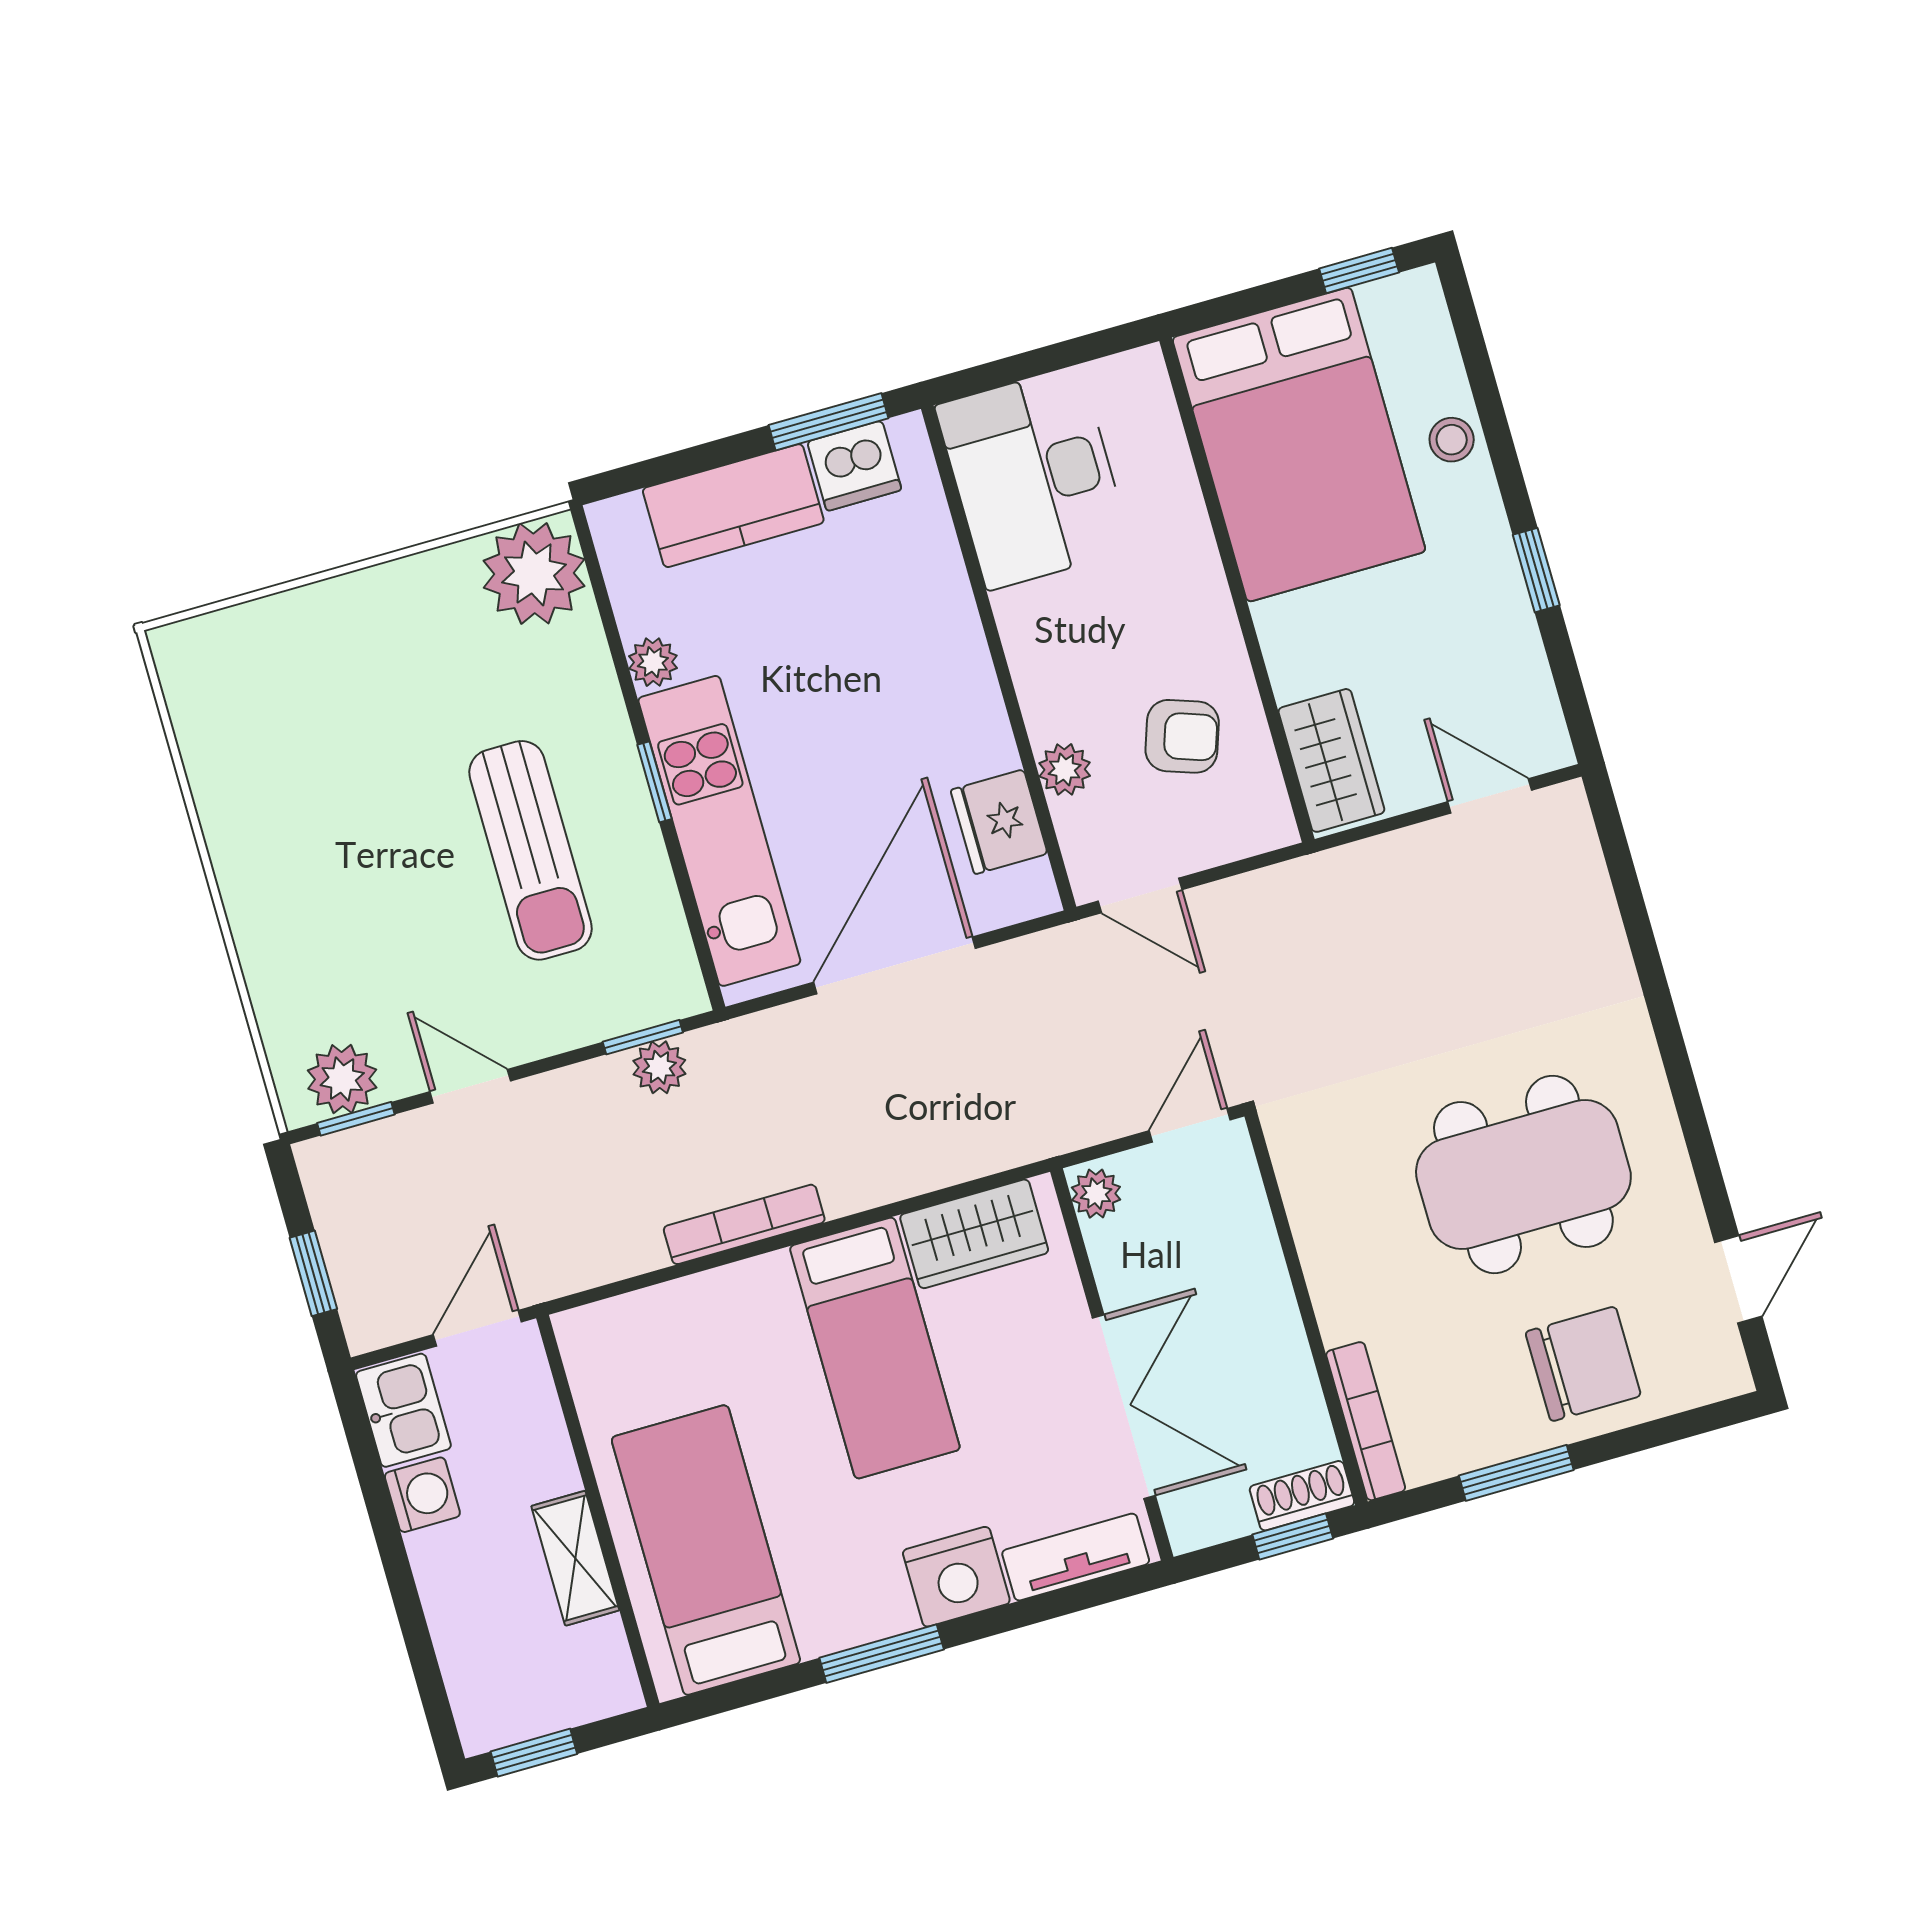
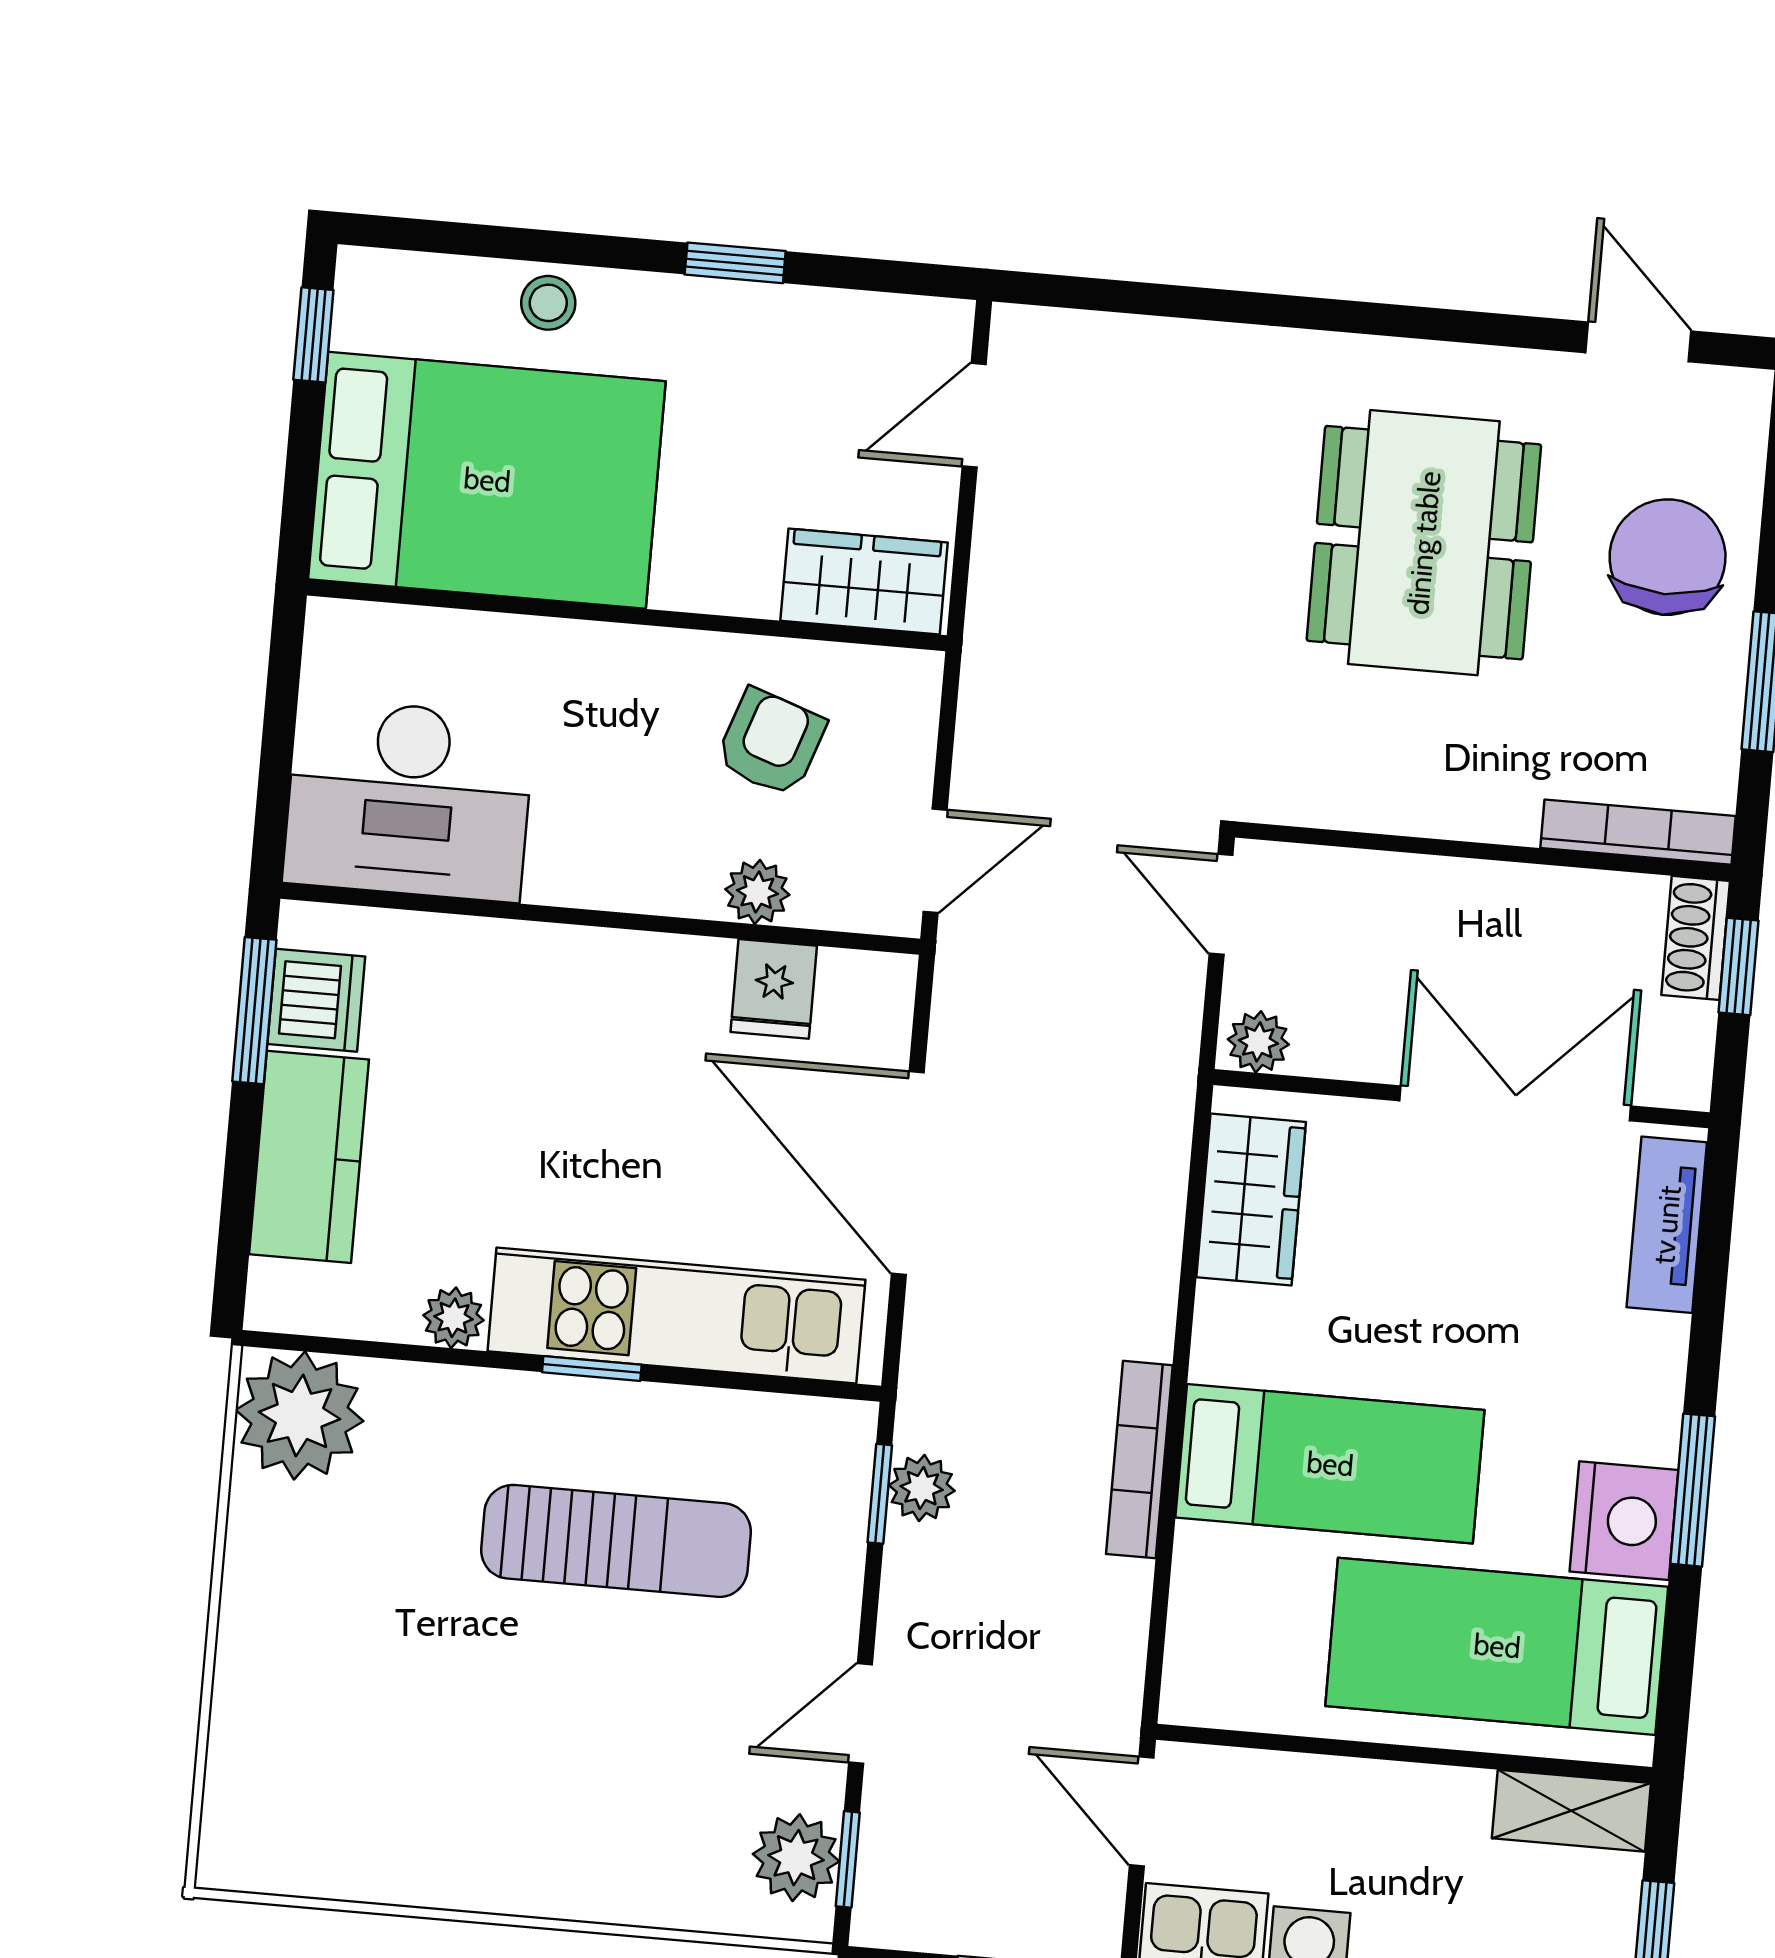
fridge: (999, 822) -> (774, 989), width x0.72
bed: (875, 1348) -> (1330, 1464), moved
shelving: (575, 1558) -> (1571, 1811), moved
nightstand: (956, 1577) -> (1624, 1521), moved

